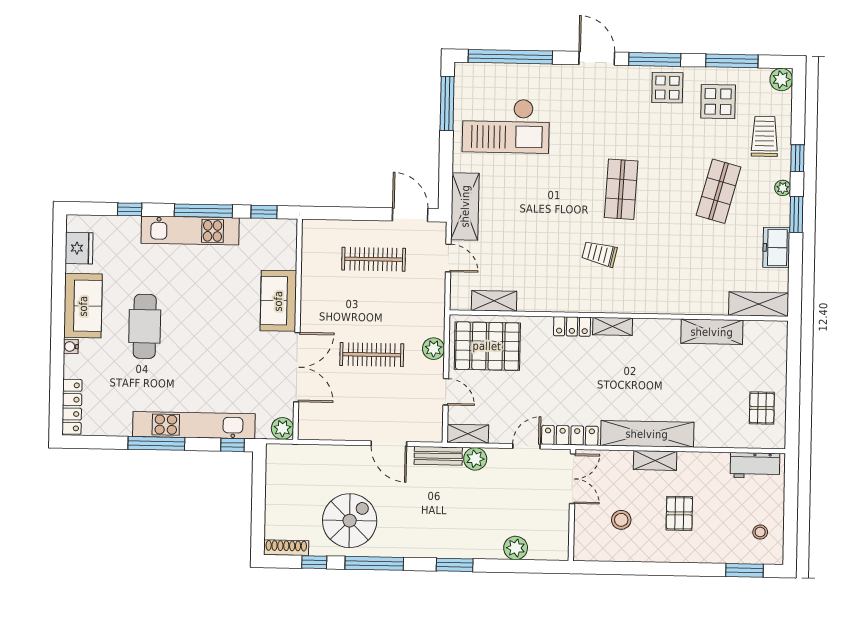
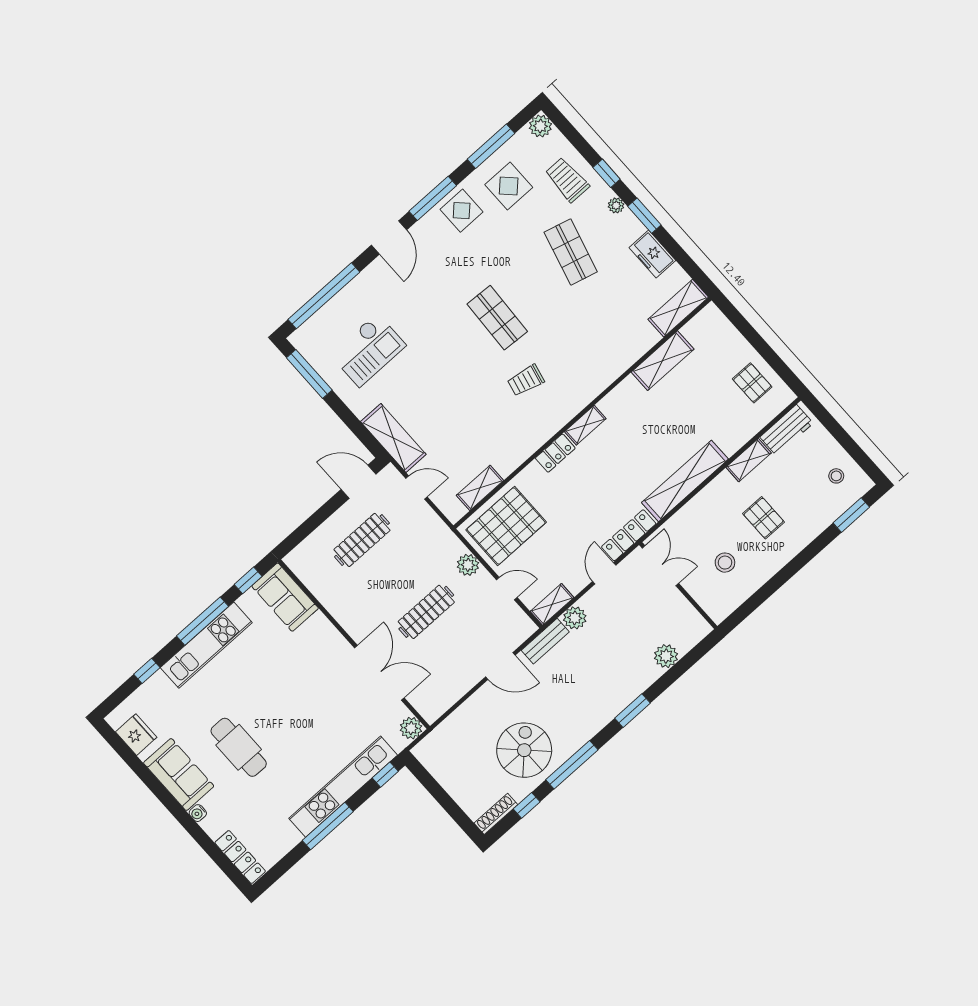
door: (597, 58) -> (389, 237), swing flipped
checkout: (506, 126) -> (368, 350), width x0.73, depth x0.83
sofa: (278, 301) -> (285, 597), moved
shelving: (655, 461) -> (749, 460), moved

